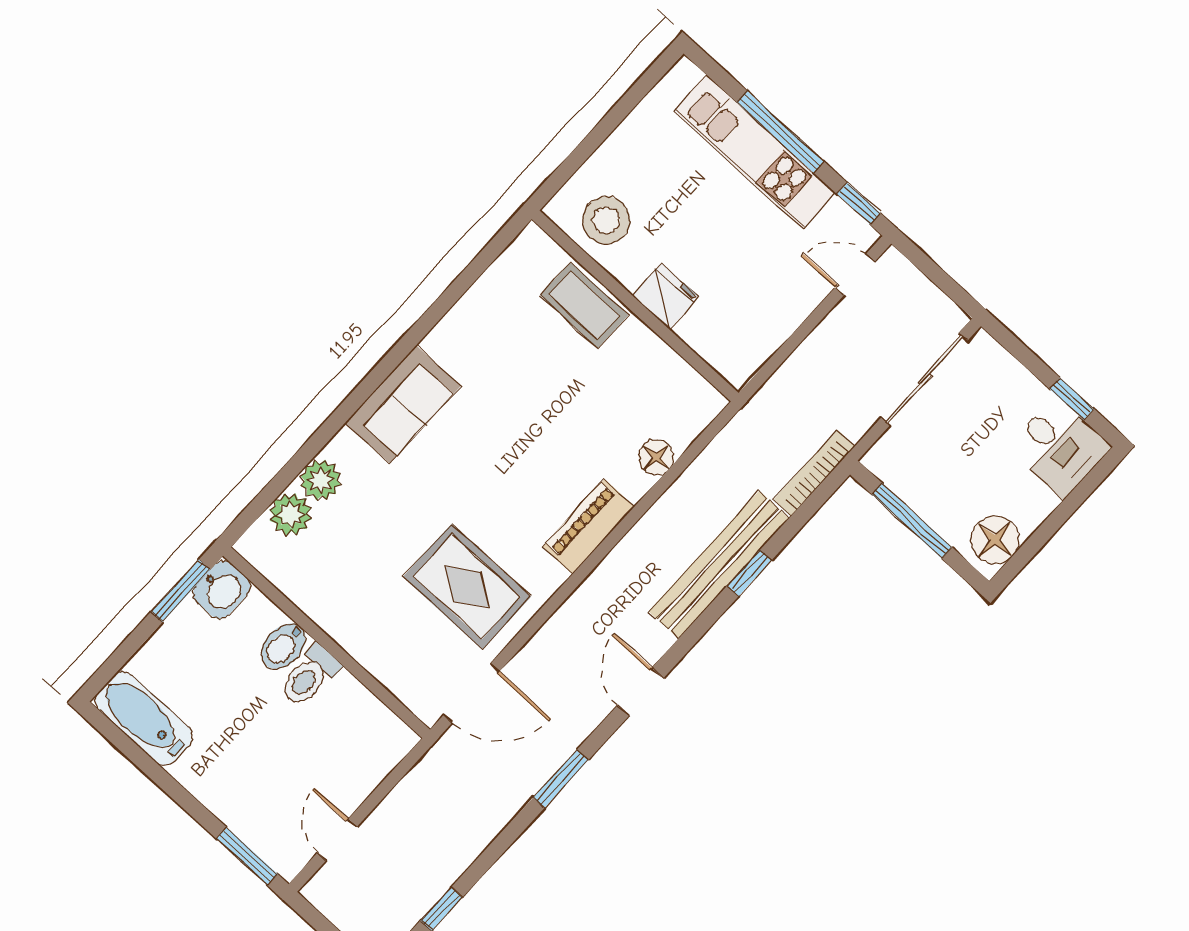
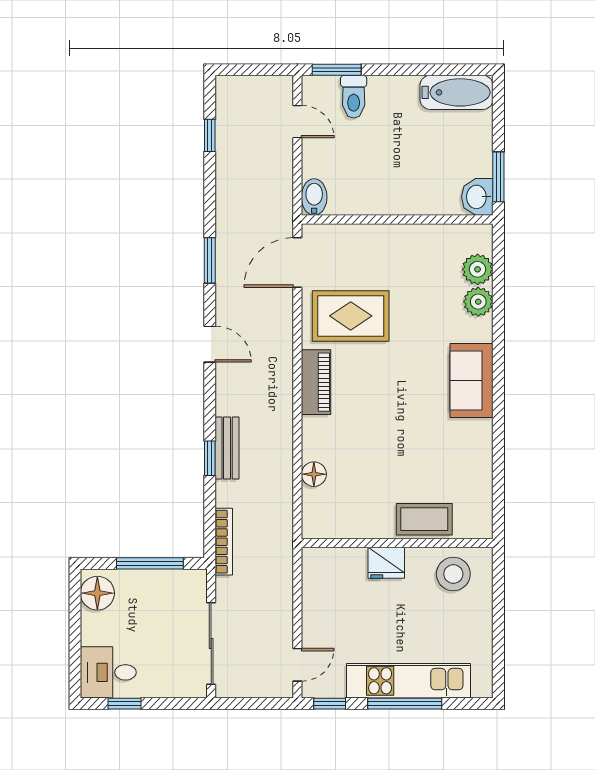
piano: (588, 527) -> (316, 382), moved
bench: (719, 565) -> (227, 448), width x0.54, depth x0.82
bidet: (283, 646) -> (314, 197), moved
toilet: (310, 676) -> (354, 97), moved, turned 180

